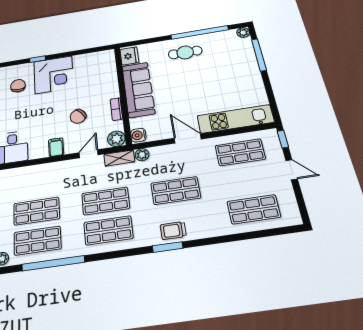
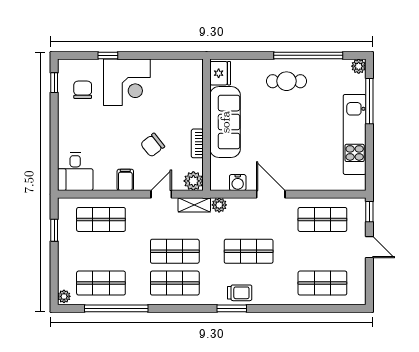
kitchen unit: (235, 119) -> (355, 134), moved, turned -90
water cooler: (138, 135) -> (238, 183), moved, turned -90
shop shelf: (37, 211) -> (101, 219), moved
trolley: (173, 231) -> (240, 293), turned 180

